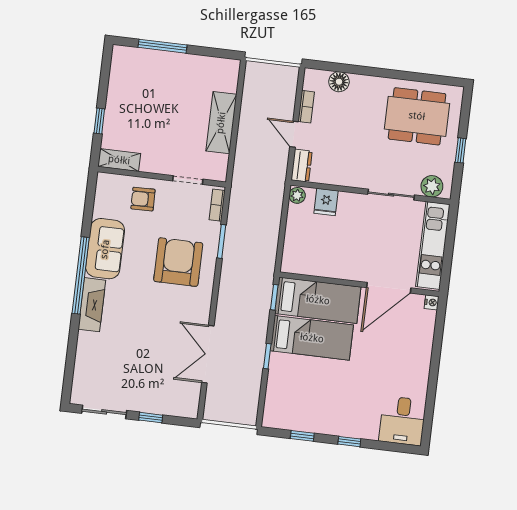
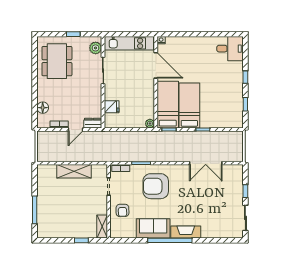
plant: (297, 195) -> (150, 124), moved

